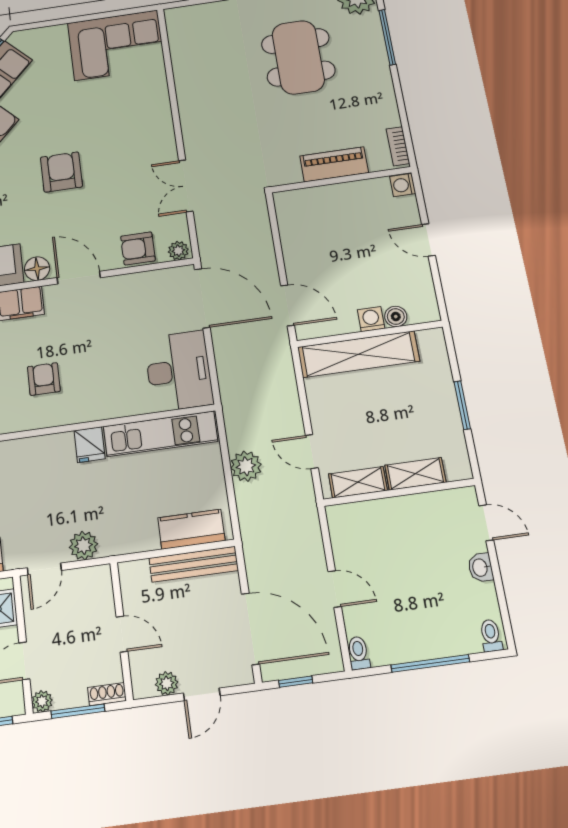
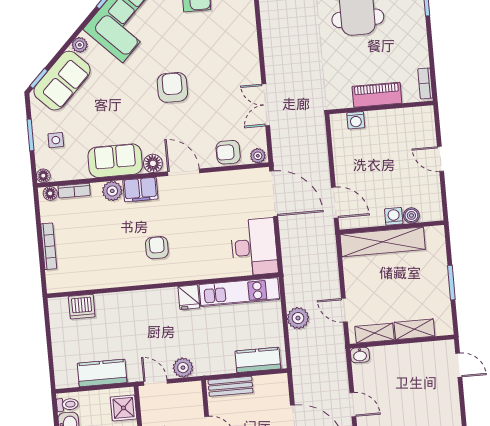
washing machine: (403, 185) -> (356, 120), moved, turned -90
bench: (194, 564) -> (231, 386), moved, width x0.73
washbasin: (481, 568) -> (360, 355), moved, turned -90
door: (44, 569) -> (155, 382), swing flipped

